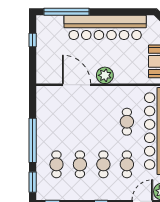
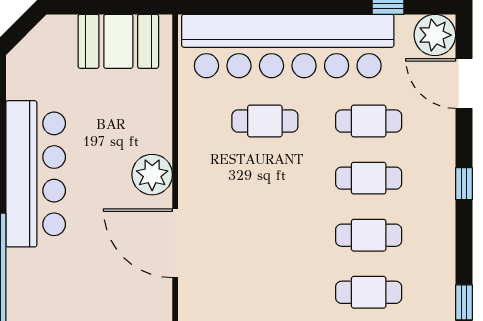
bar counter: (105, 27) -> (36, 174), width x0.73
door: (77, 85) -> (175, 243), hinge flipped

